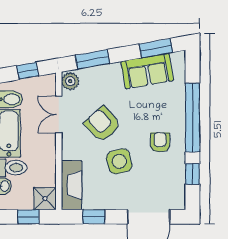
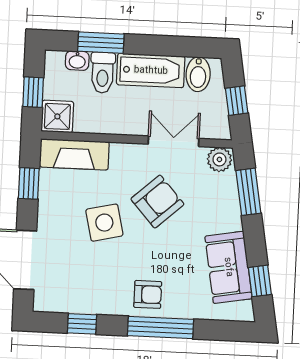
window: (156, 48) -> (260, 281), width x0.67
window: (192, 118) -> (161, 328), width x0.68
armchair: (160, 142) -> (148, 294), moved

